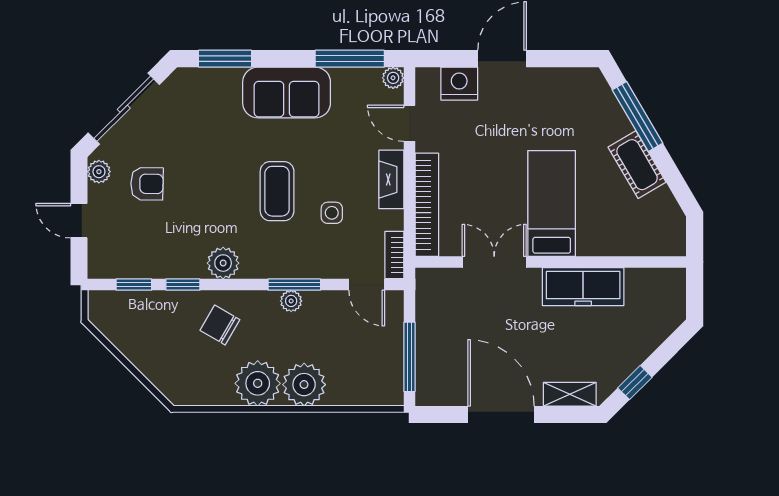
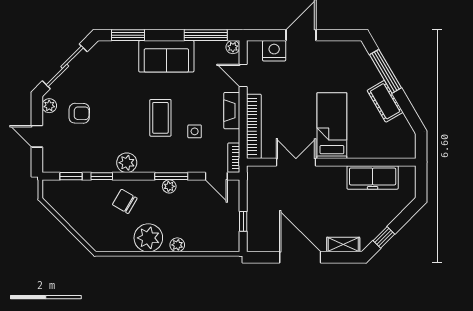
freezer: (583, 287) -> (373, 177), moved
window: (409, 357) -> (243, 221), width x0.46
plant: (304, 385) -> (177, 245), width x0.53, depth x0.53

